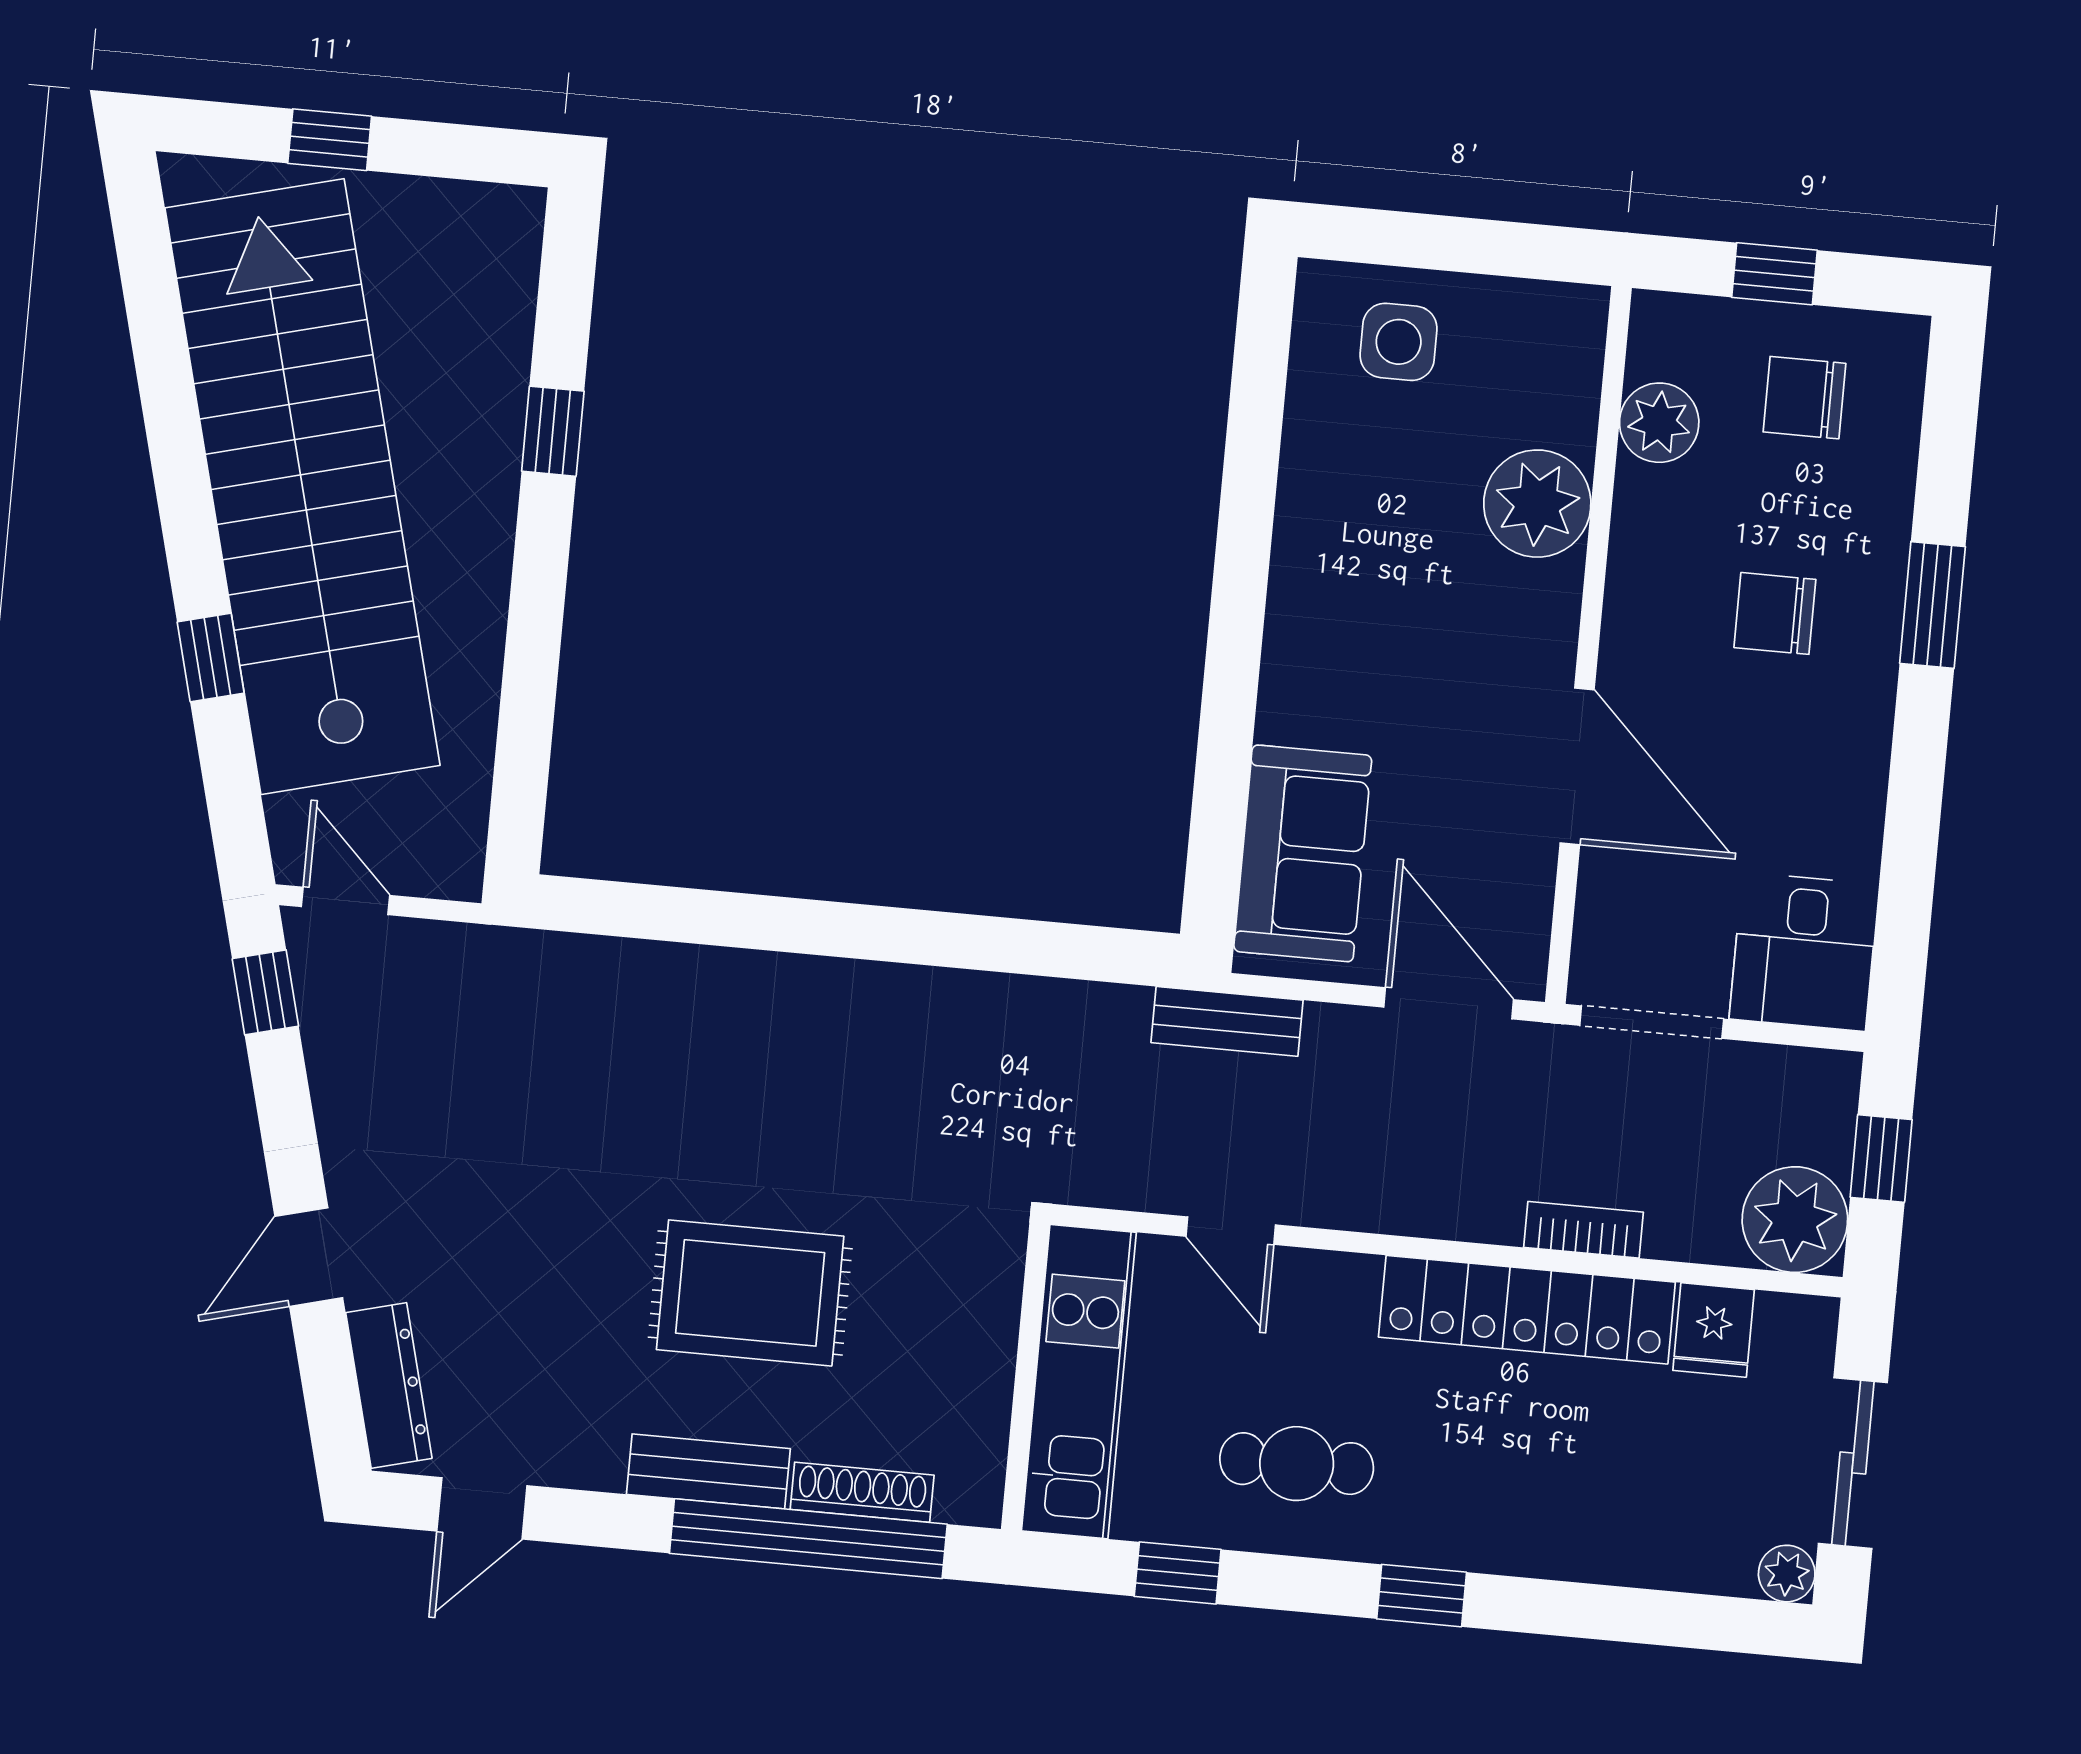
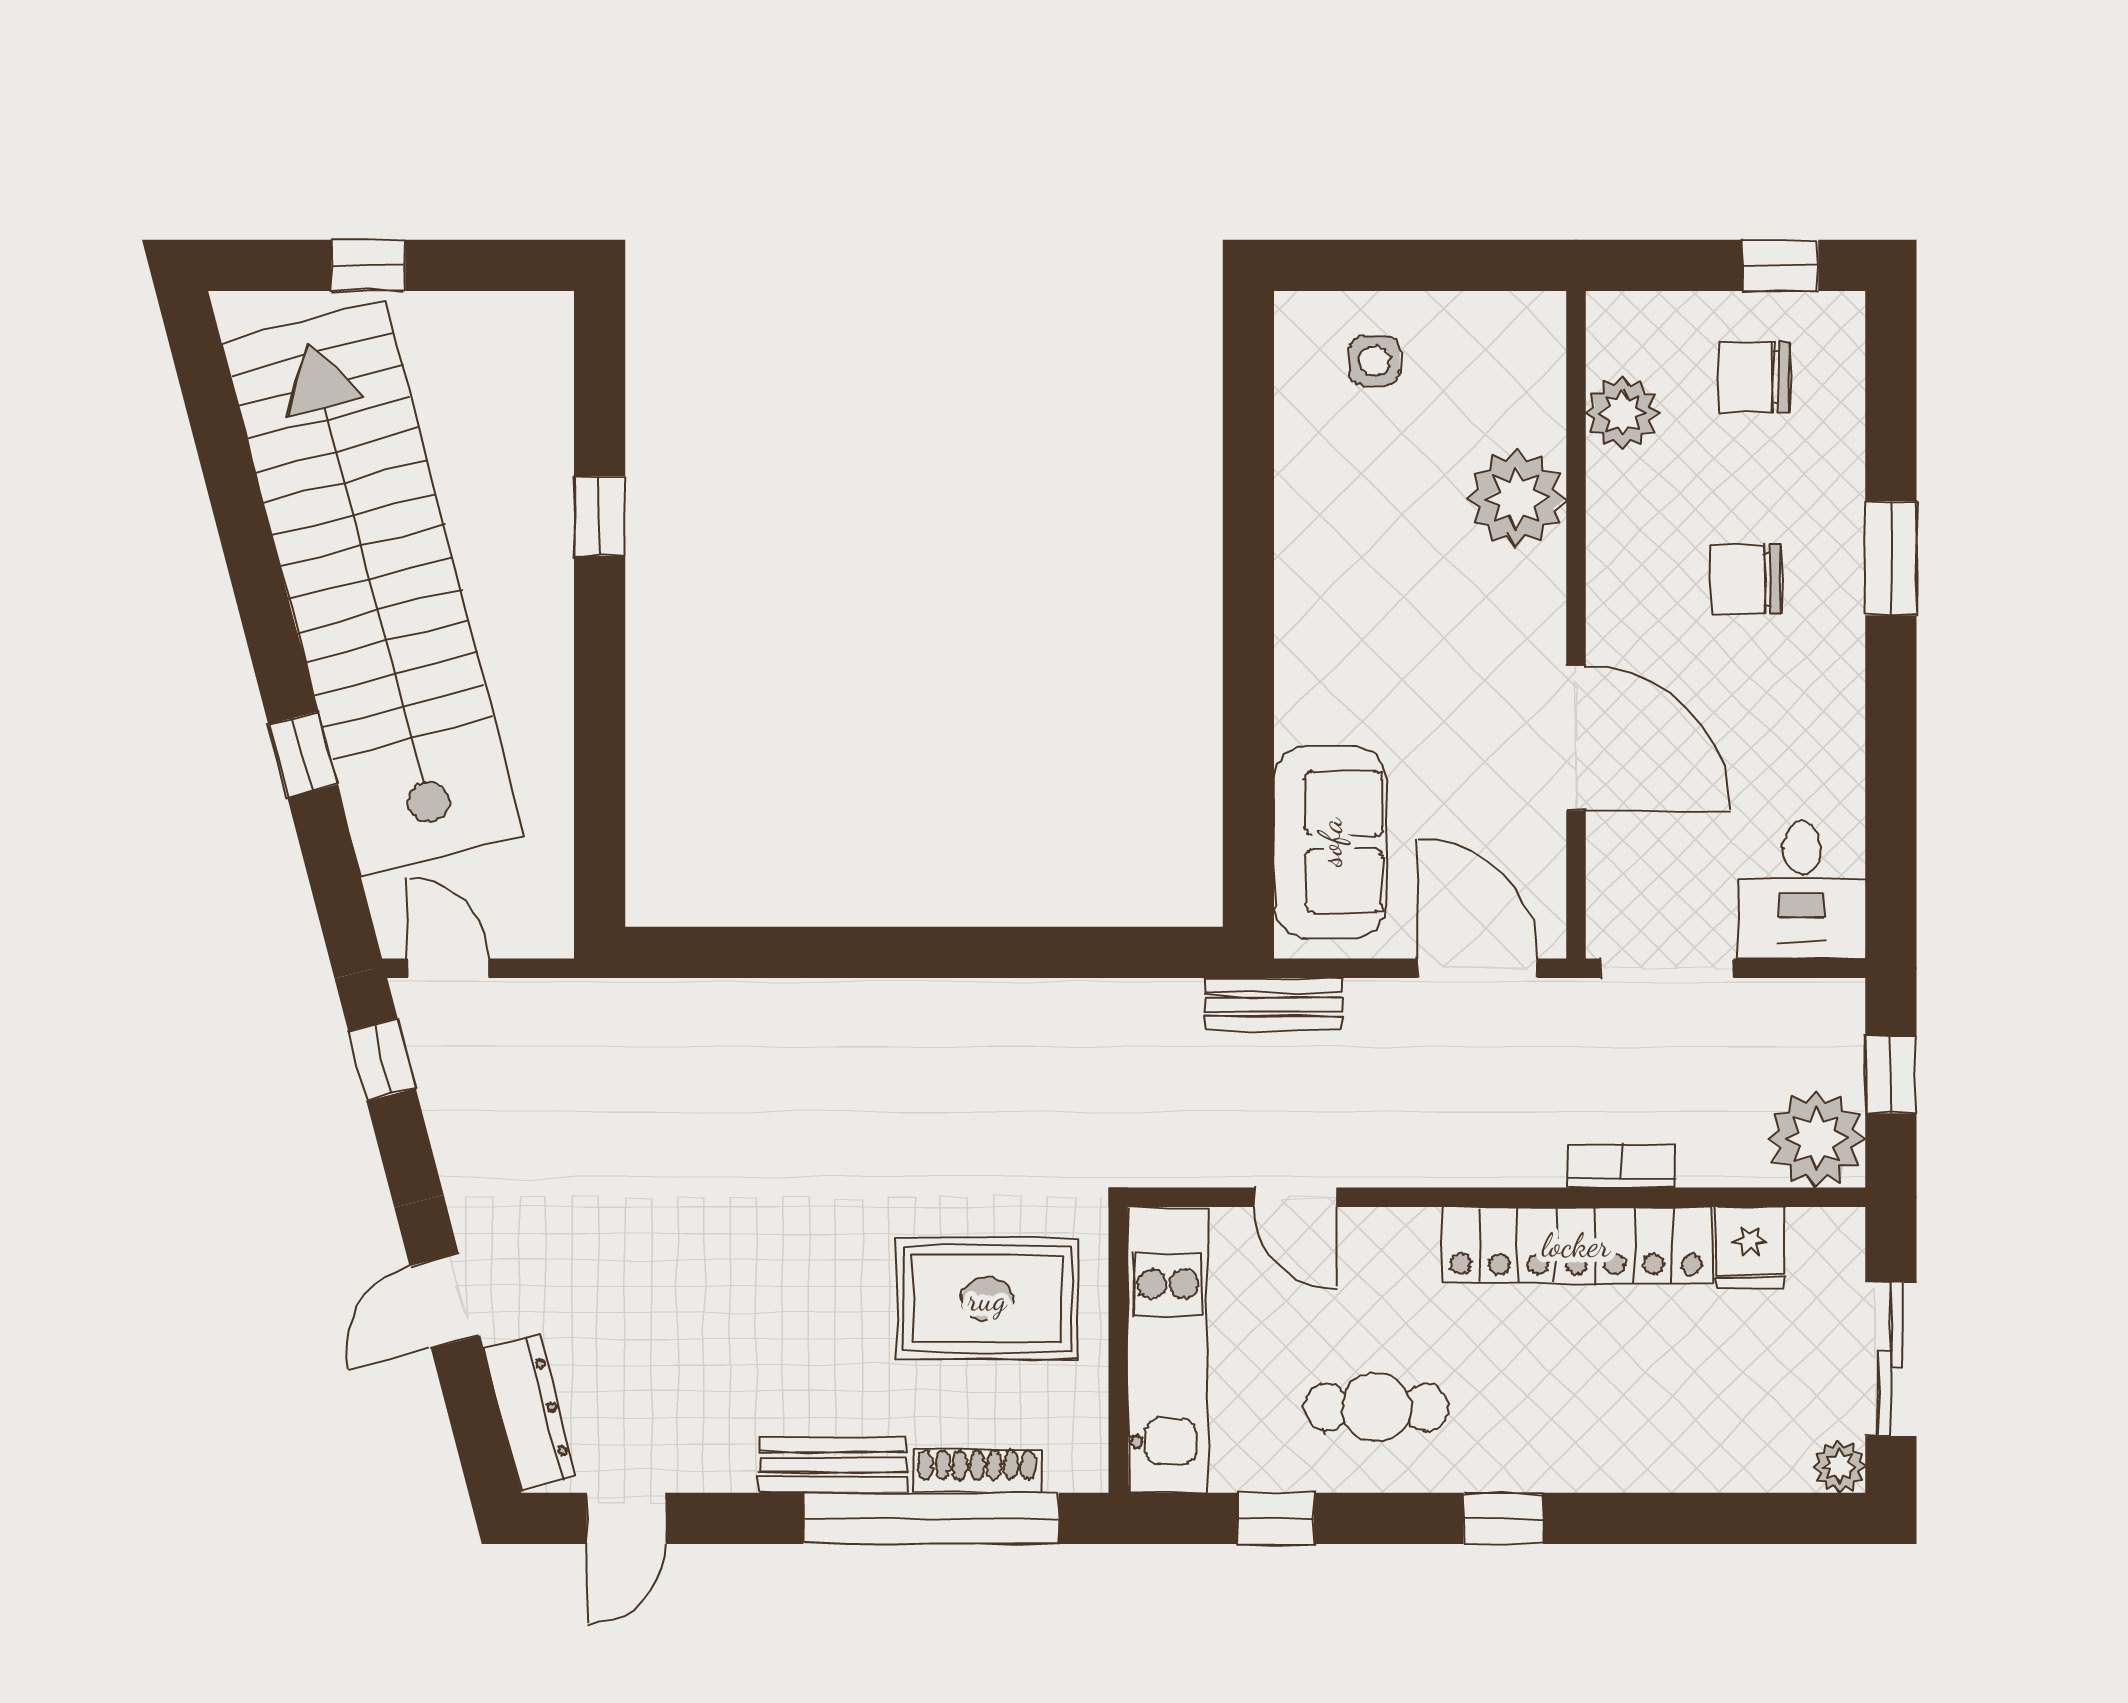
window: (1775, 274) -> (1780, 265), moved
side table: (1399, 342) -> (1374, 361), width x0.73, depth x0.73
rug: (750, 1293) -> (987, 1299), moved

